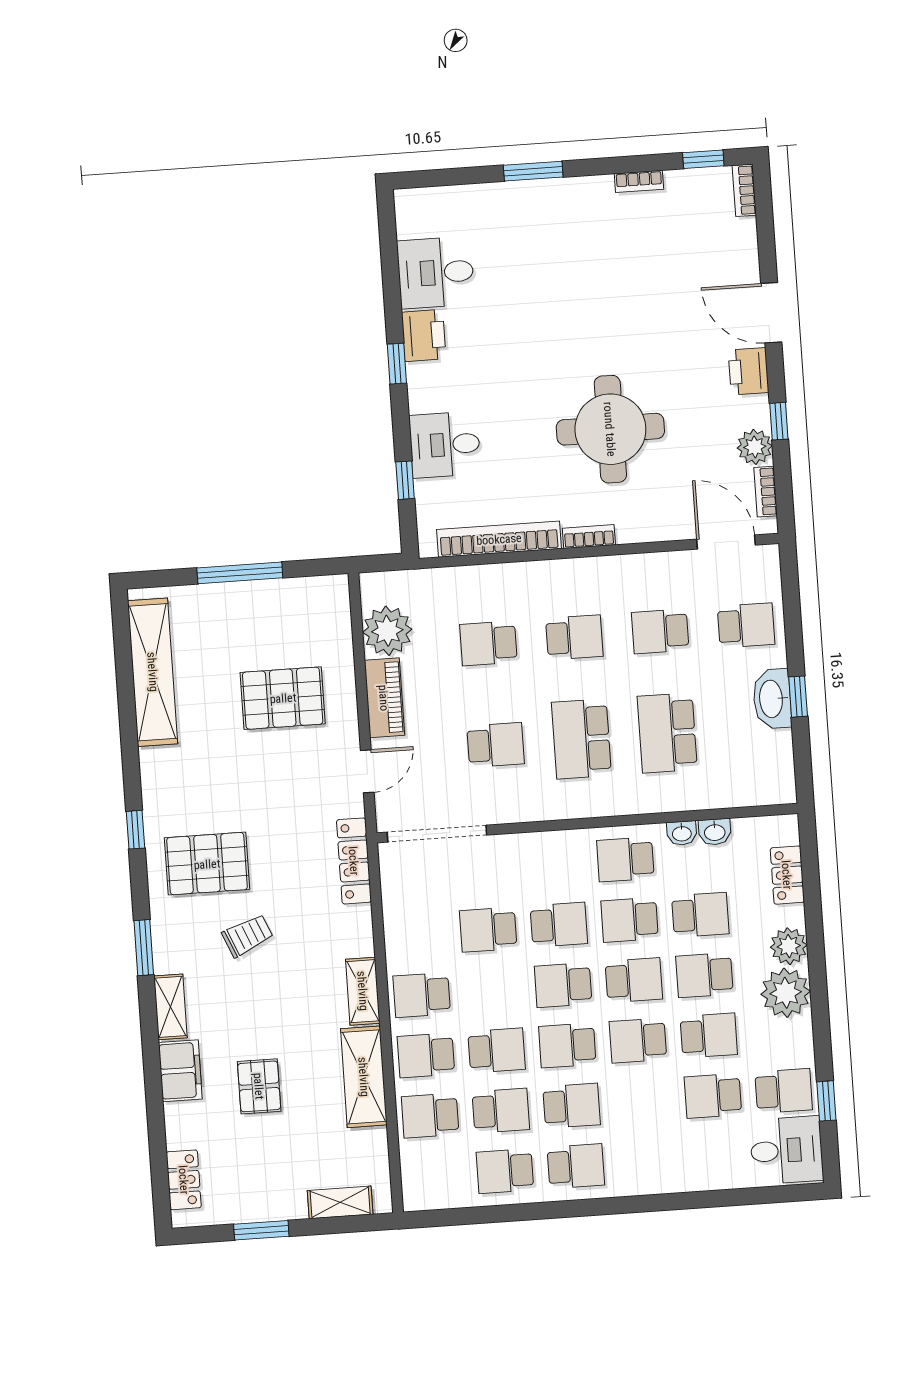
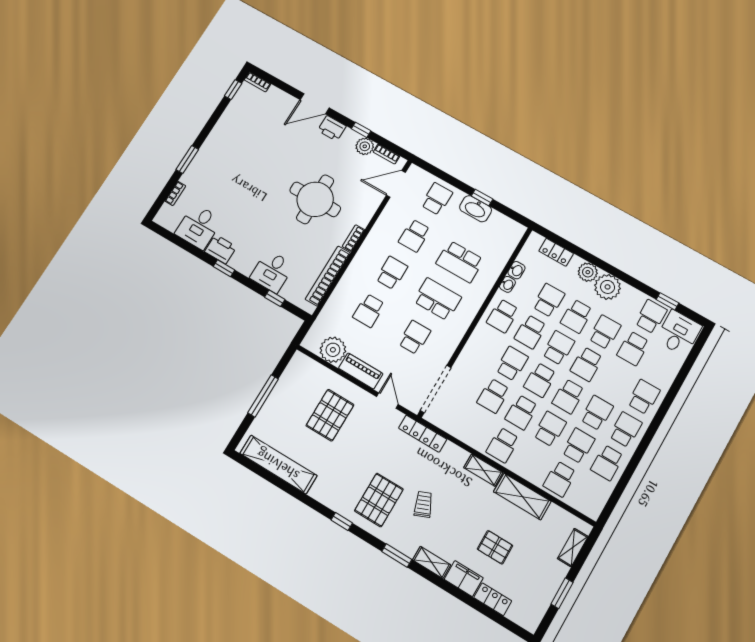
bookcase: (639, 181) -> (175, 193), moved
school desk: (581, 739) -> (437, 299), turned 180
school desk: (426, 1055) -> (521, 412), moved
school desk: (646, 1161) -> (644, 397), added
locker: (184, 1180) -> (493, 599), moved

